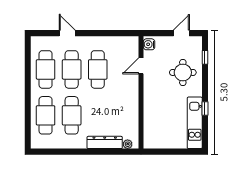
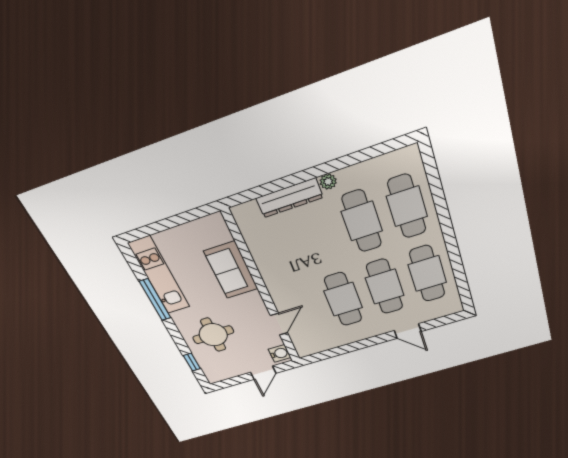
door: (181, 33) -> (263, 373), moved
window: (205, 108) -> (155, 300), width x2.17
sofa: (153, 112) -> (231, 270), added
plant: (128, 144) -> (328, 182), moved

